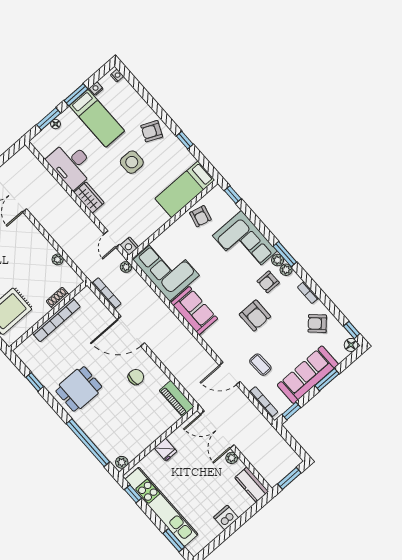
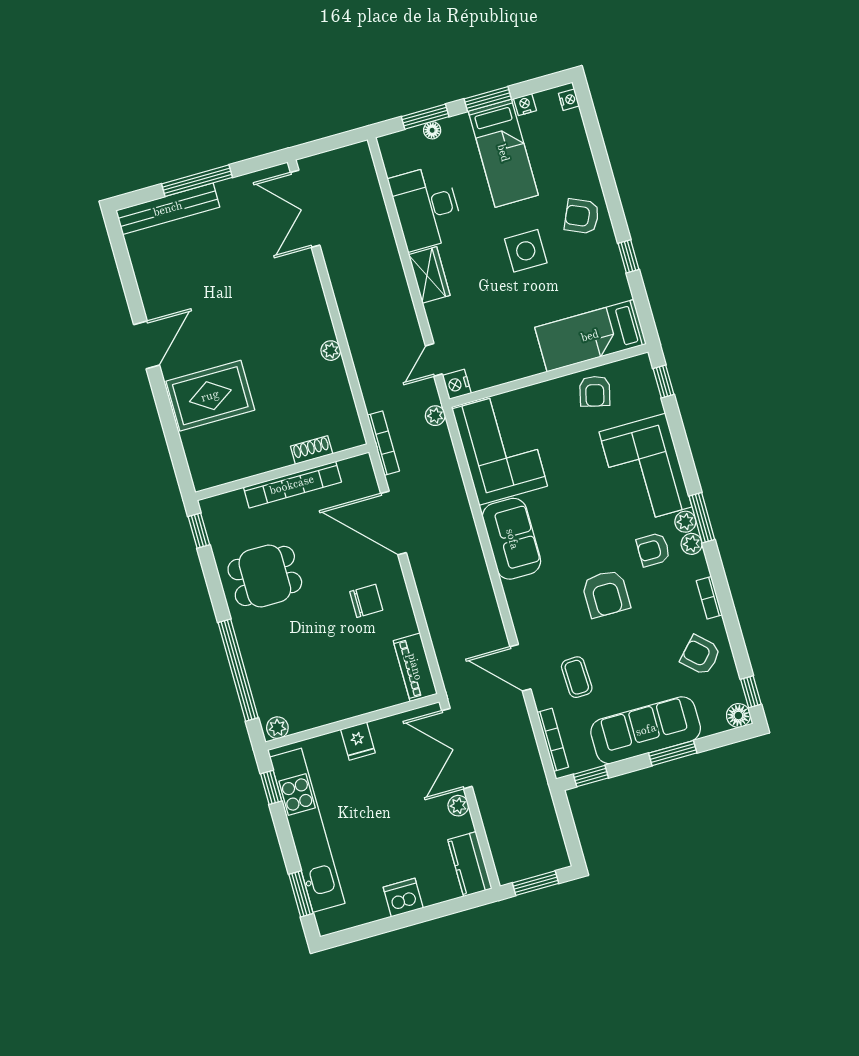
shoe rack: (58, 298) -> (312, 450), moved
wall: (48, 316) -> (282, 472), moved
bookcase: (56, 320) -> (292, 485), moved

